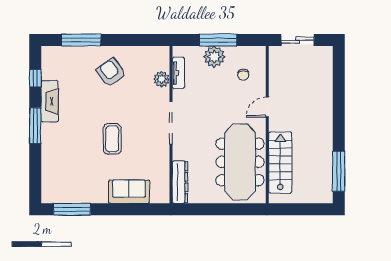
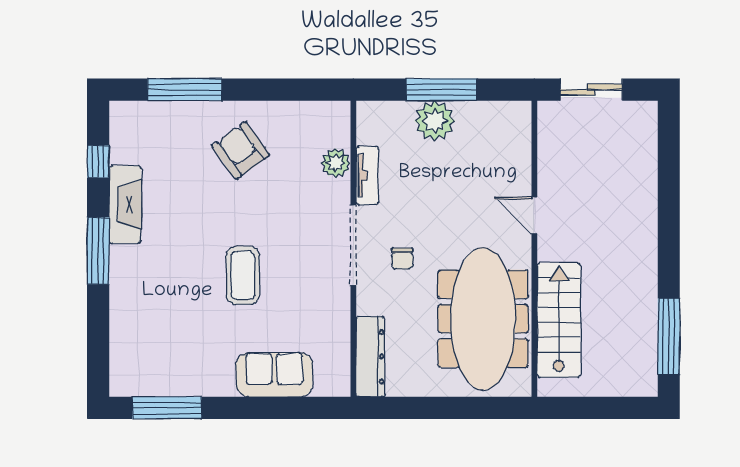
tv unit: (178, 73) -> (367, 175), moved
chair: (243, 75) -> (402, 259), moved
door: (267, 107) -> (534, 215), hinge flipped

